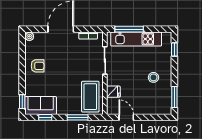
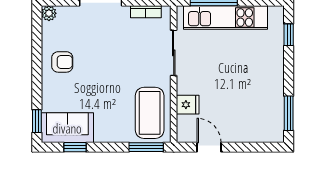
stool: (153, 77) -> (254, 81), removed
window: (78, 117) -> (146, 147), moved

